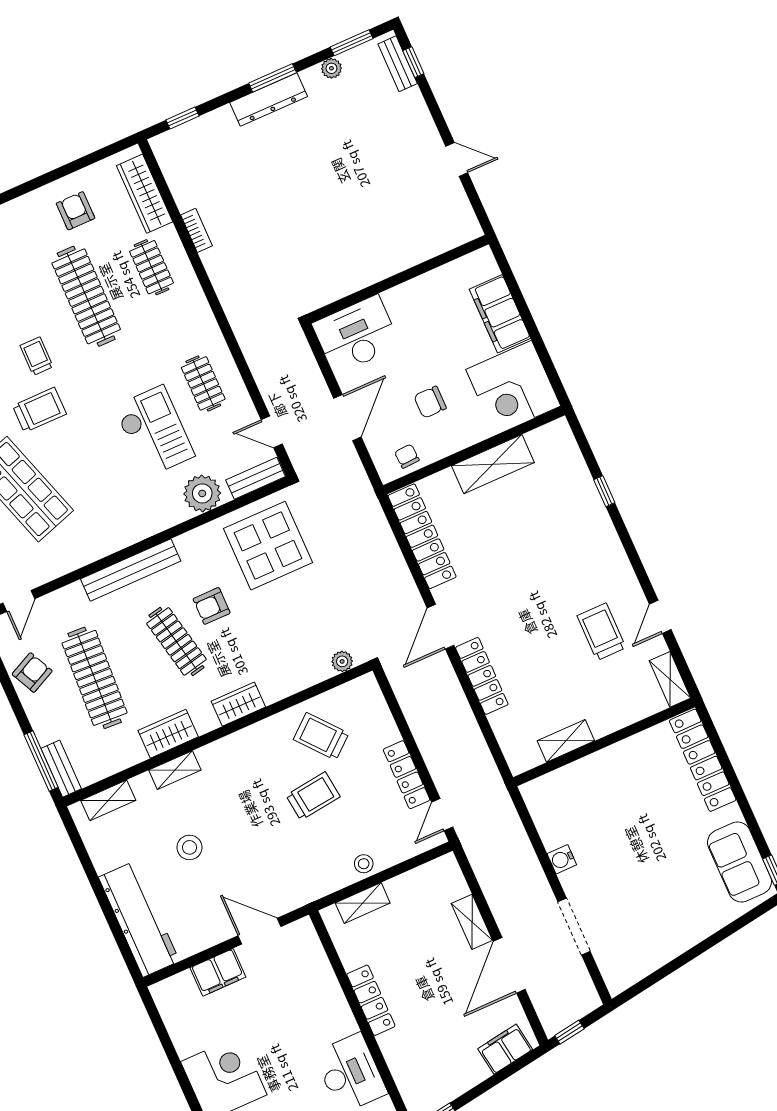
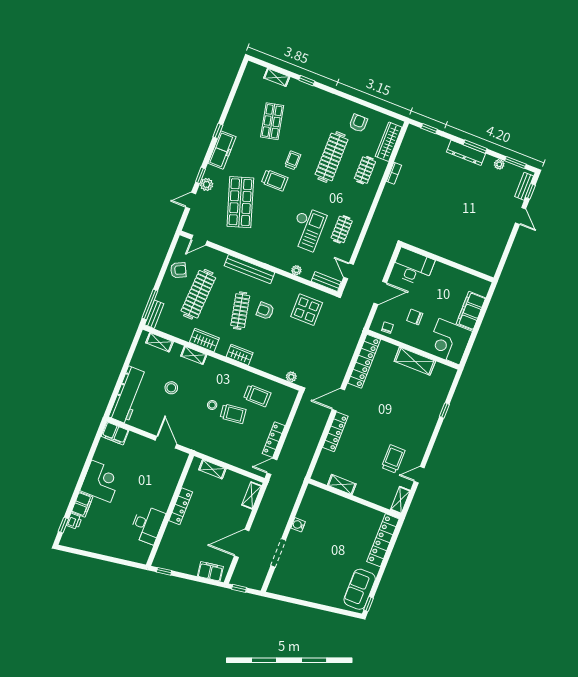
door: (457, 159) -> (521, 216), moved
plant: (202, 493) -> (296, 270), width x0.53, depth x0.53
display table: (268, 546) -> (307, 310), width x0.73, depth x0.73
trolley: (321, 736) -> (257, 396), turned 130
stool: (364, 864) -> (212, 405), moved
shelving: (472, 922) -> (252, 495), moved
filing cabinet: (218, 972) -> (115, 433), moved

